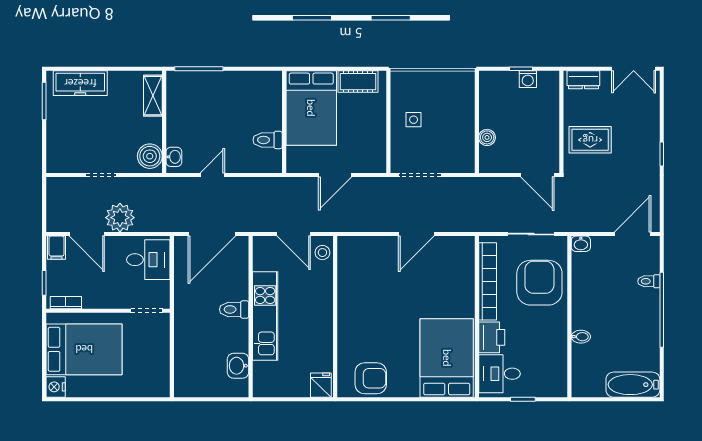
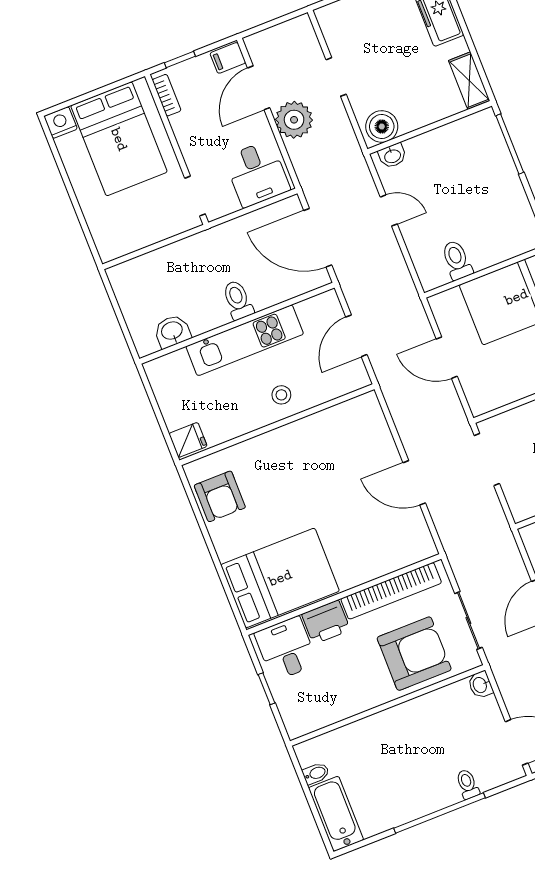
shelving: (153, 96) -> (469, 81), moved, turned 90
stool: (322, 253) -> (281, 395), moved
bidet: (581, 337) -> (316, 773), moved, turned -90

